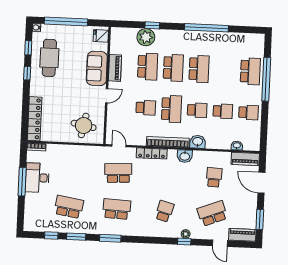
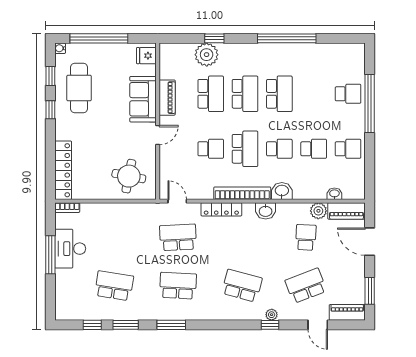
school desk: (250, 71) -> (348, 94), width x0.54
plant: (224, 158) -> (318, 211), added
school desk: (164, 211) -> (242, 286), width x1.85

